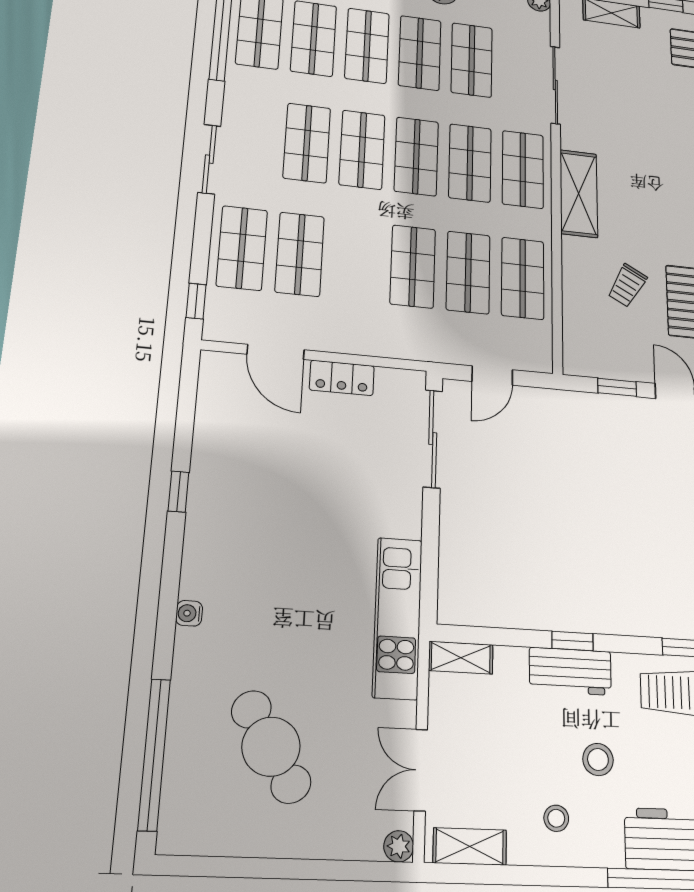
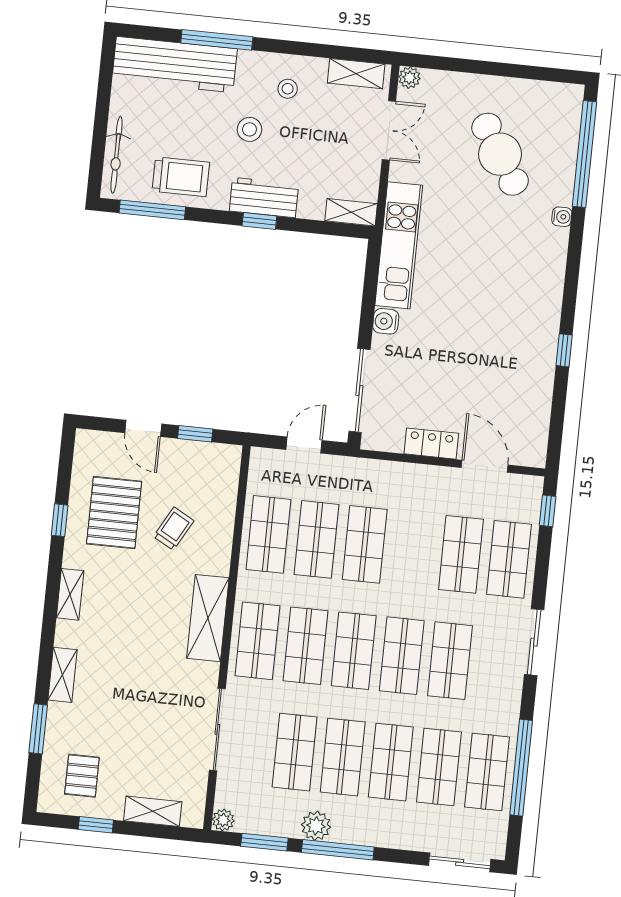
water cooler: (407, 522) -> (386, 321), added
water cooler: (189, 613) -> (562, 217), moved

